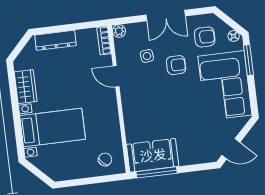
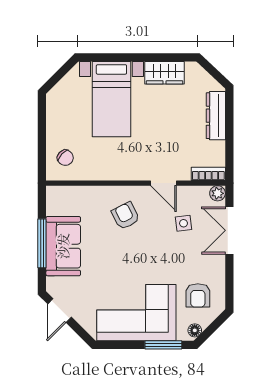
double door: (166, 16) -> (229, 230), moved
armchair: (176, 65) -> (125, 216), moved, turned 153
door: (116, 76) -> (164, 183), swing flipped
sofa: (153, 155) -> (63, 246), moved
window: (157, 172) -> (42, 243), moved

